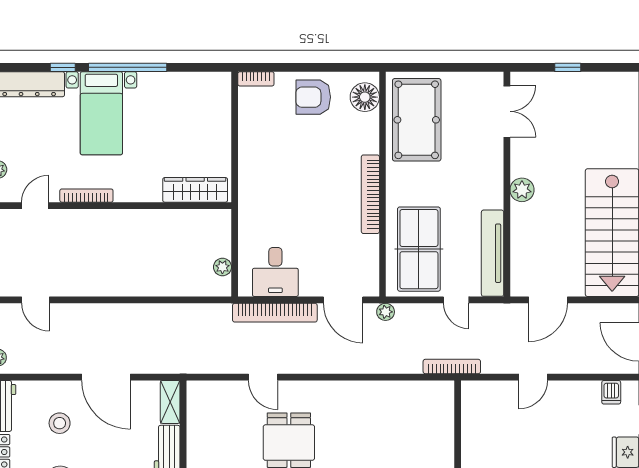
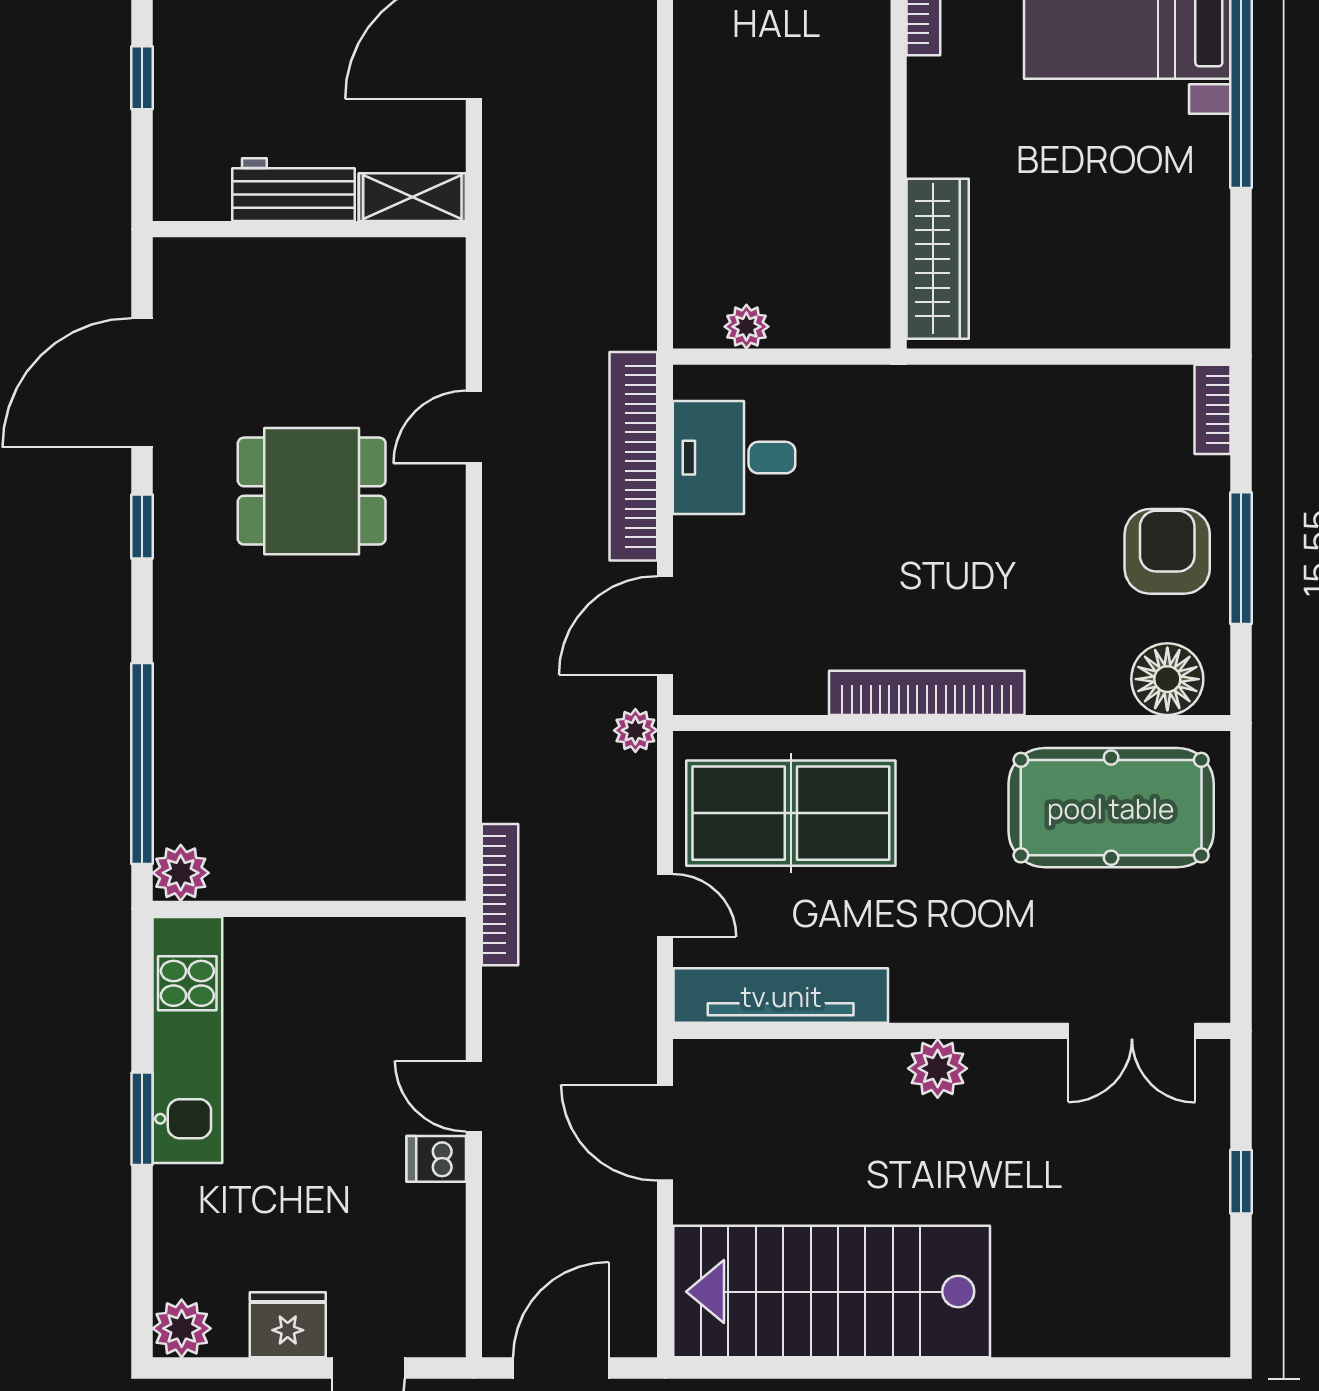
window: (316, 67) -> (1241, 558), added
door: (456, 300) -> (665, 905), swing flipped
dishwasher: (611, 392) -> (436, 1159), moved

